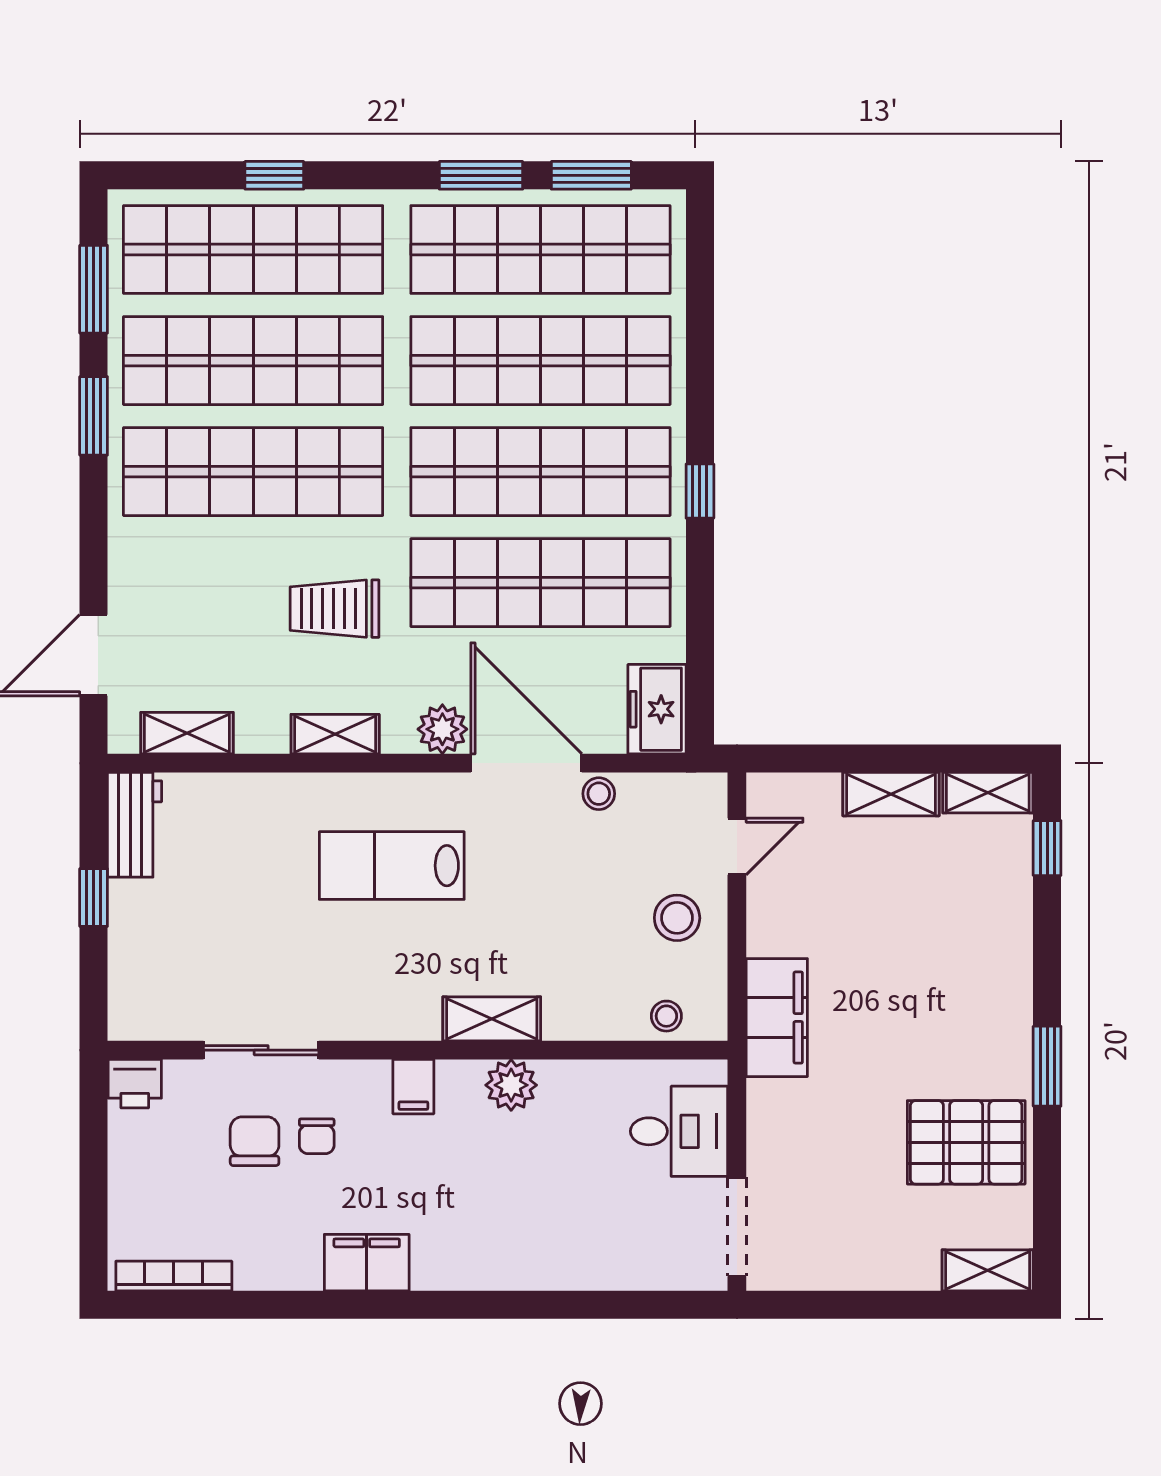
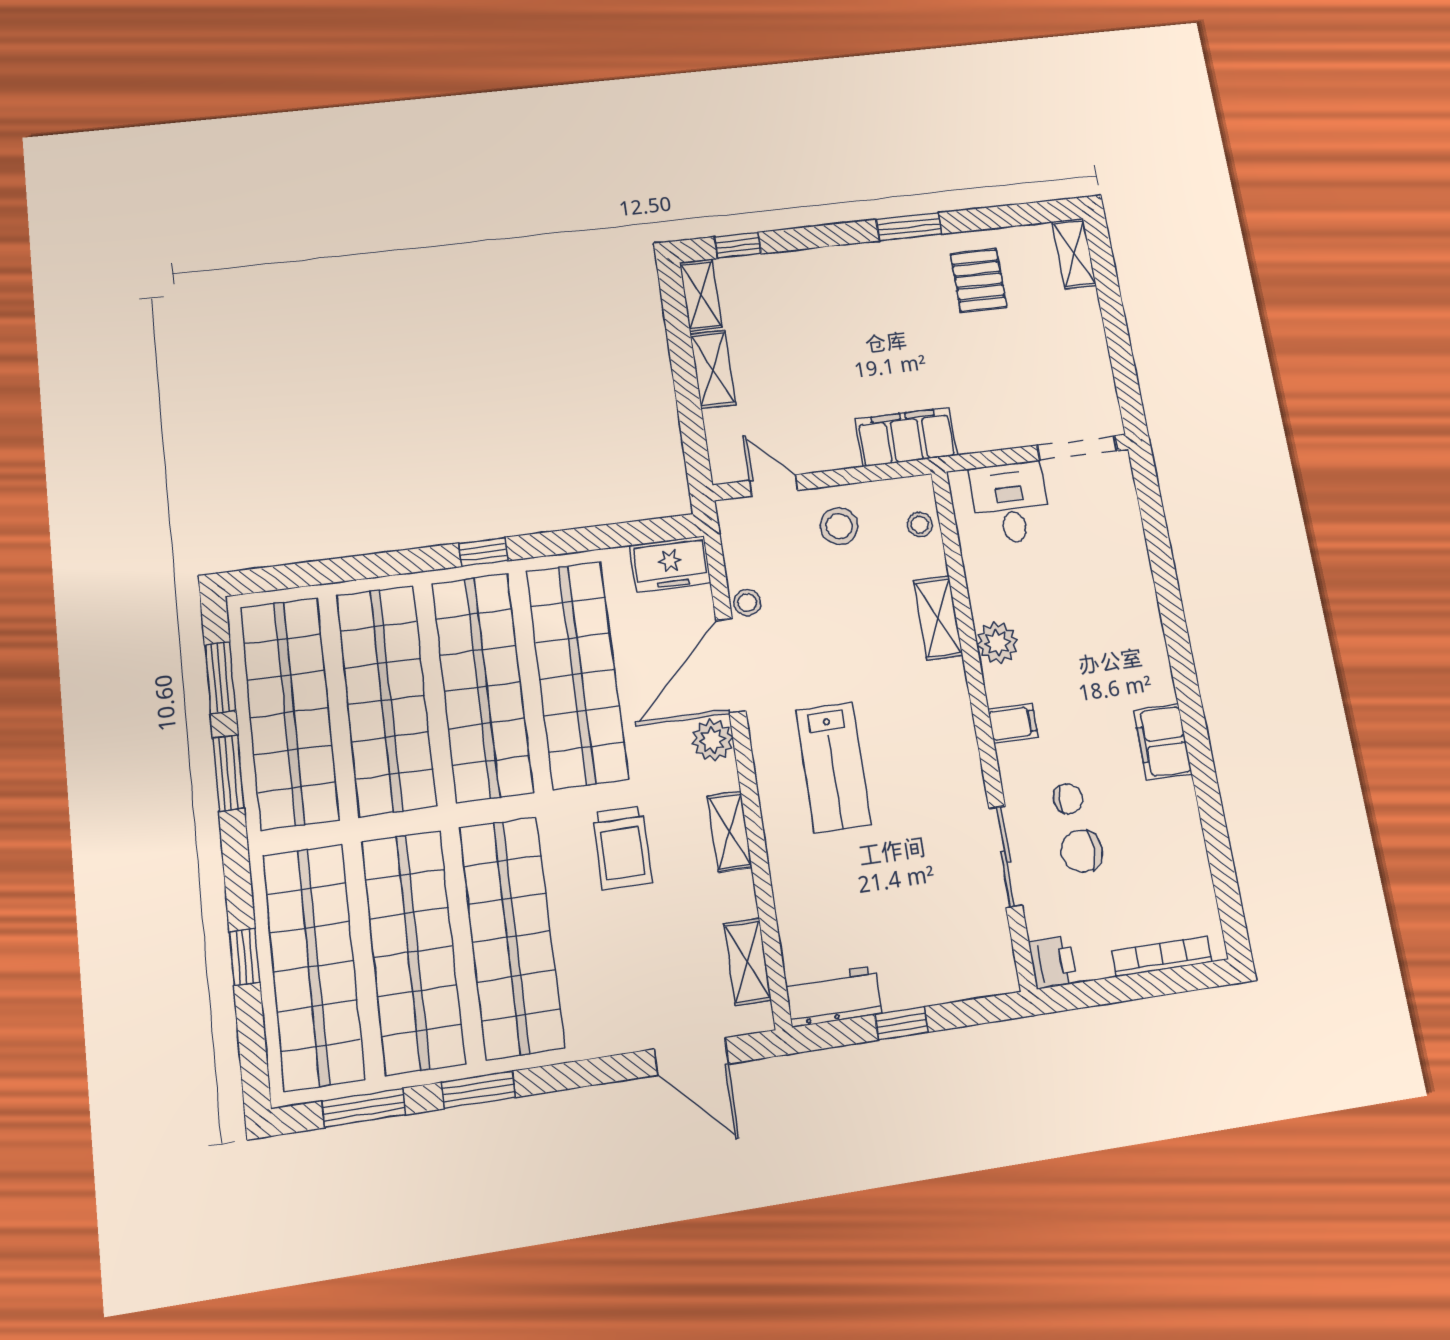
shelving: (492, 1019) -> (938, 618), moved
pallet: (966, 1142) -> (979, 281), width x0.67, depth x0.71
bookcase: (174, 1276) -> (1162, 956), moved, turned 90

